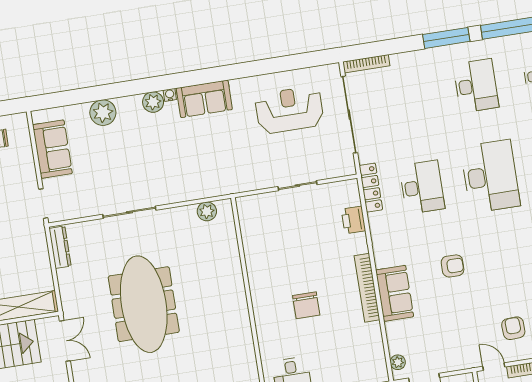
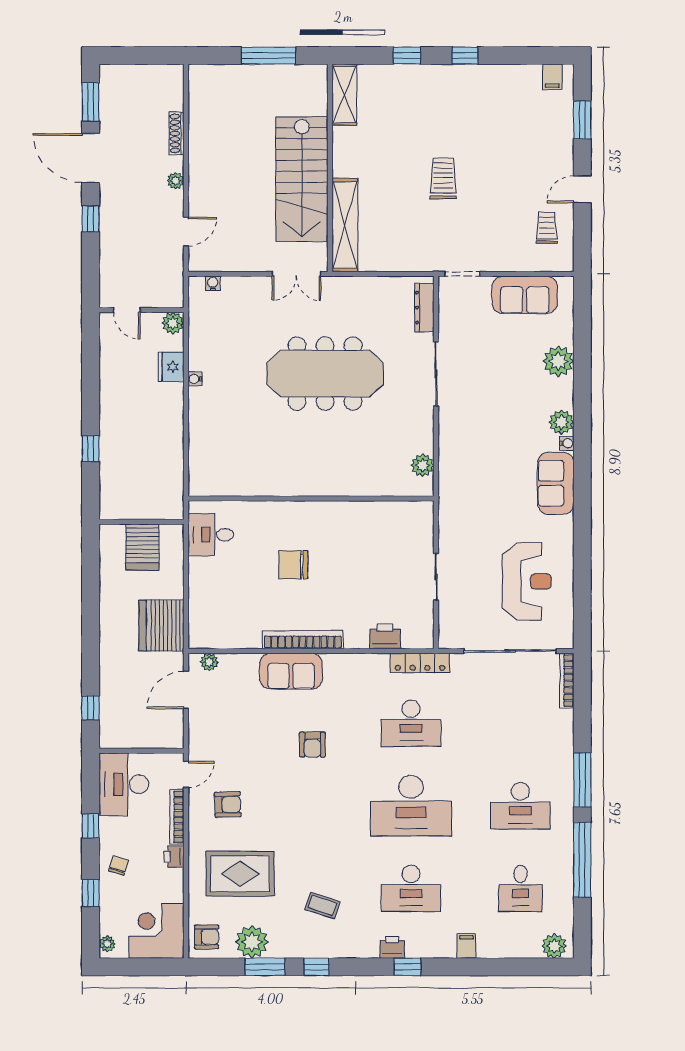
dresser: (60, 247) -> (424, 308), moved, turned 90

